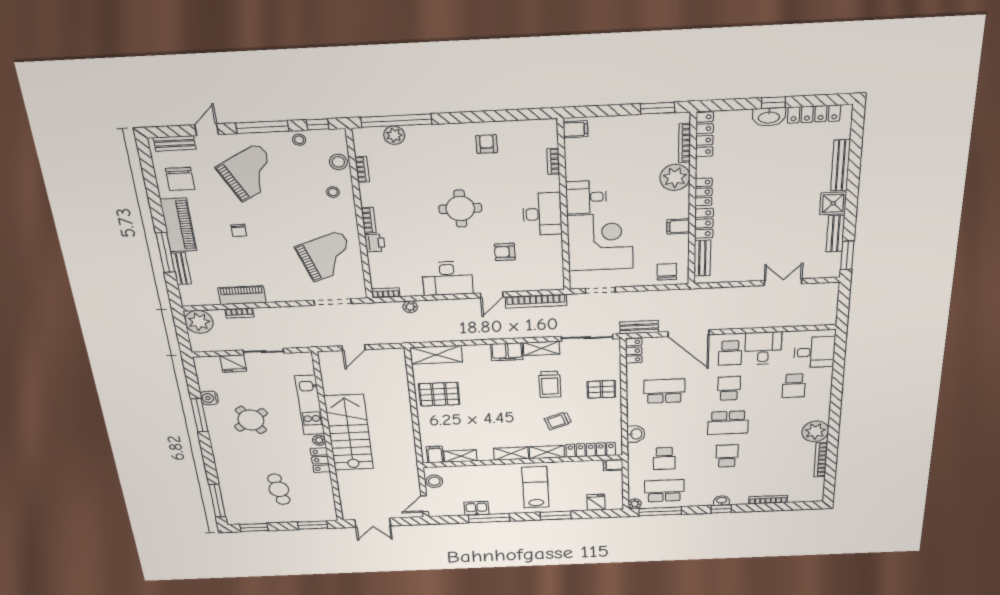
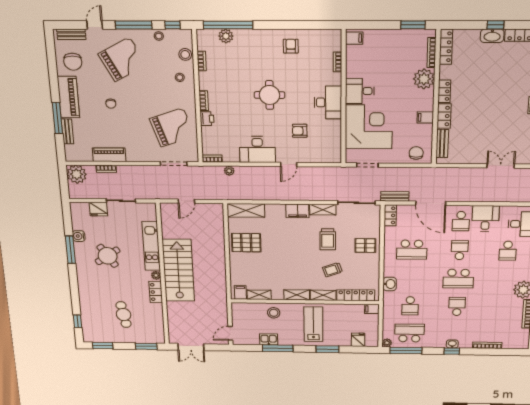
bookcase: (536, 301) -> (321, 171), removed
school desk: (664, 391) -> (412, 250), turned 180
stool: (434, 481) -> (274, 313), moved
window: (217, 501) -> (78, 321), width x0.46

